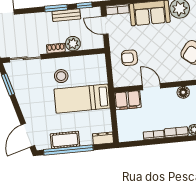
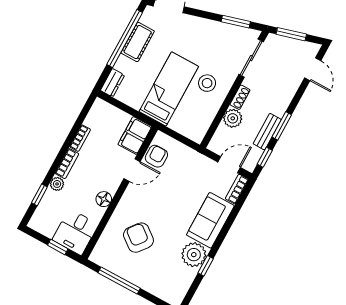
armchair: (129, 58) -> (156, 156), moved

